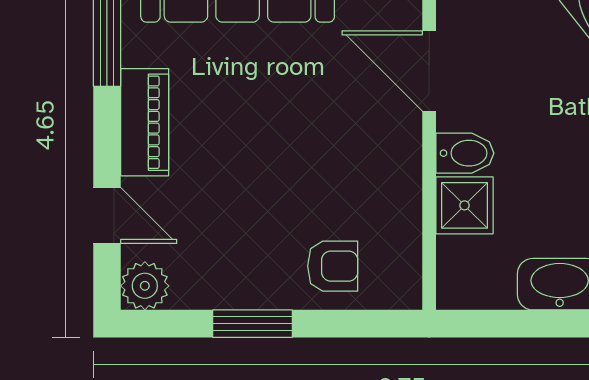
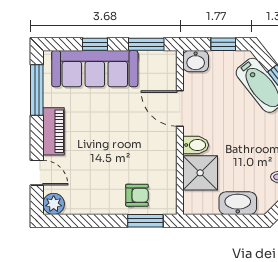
shower: (464, 205) -> (200, 173), width x1.36, depth x1.36
window: (253, 324) -> (145, 221), moved

